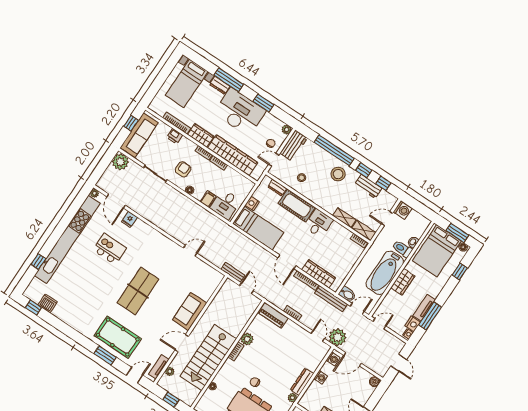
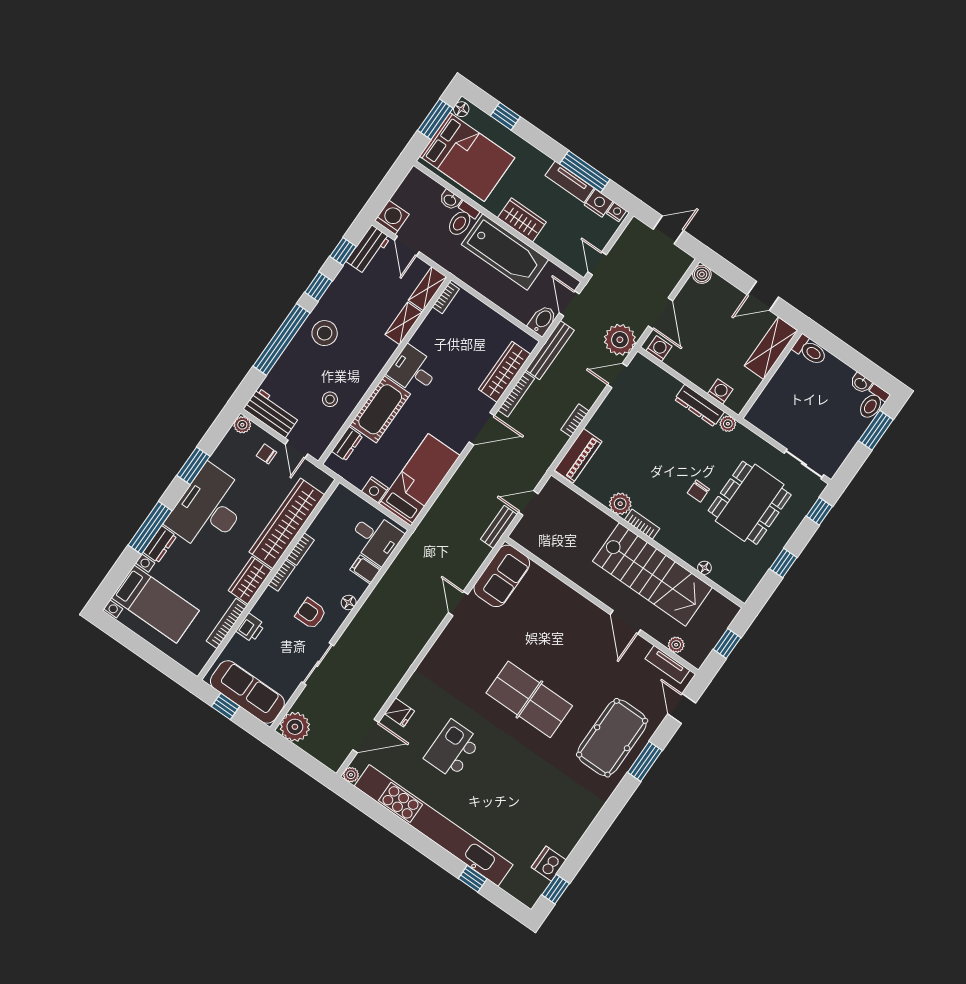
workbench: (368, 186) -> (368, 250), moved
sofa: (190, 311) -> (502, 576), moved, turned -90
washing machine: (321, 377) -> (720, 391), moved

